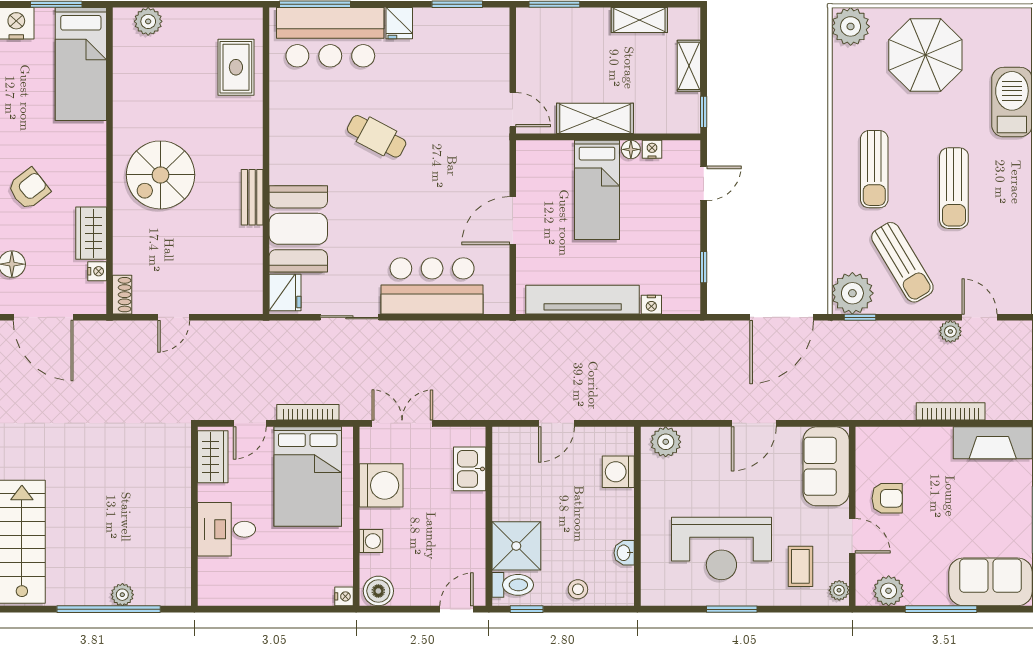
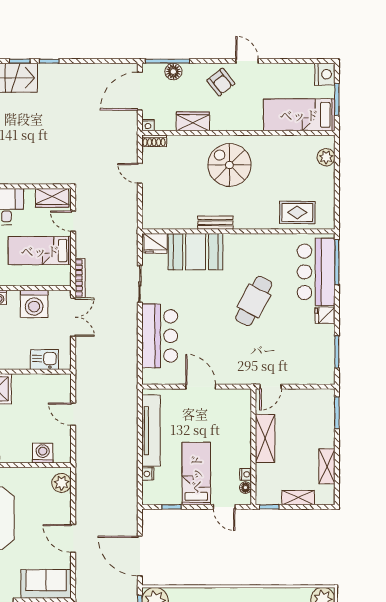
cafe table: (377, 136) -> (254, 301), width x1.37, depth x1.35
floor lamp: (631, 149) -> (245, 488), moved
bed: (597, 190) -> (196, 474), moved, turned 90
nightstand: (97, 271) -> (148, 125), moved
bookcase: (308, 412) -> (80, 278), moved
bed: (308, 476) -> (40, 251), width x0.67

